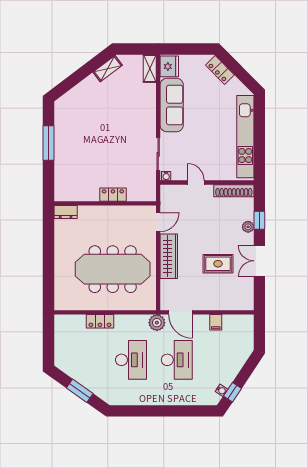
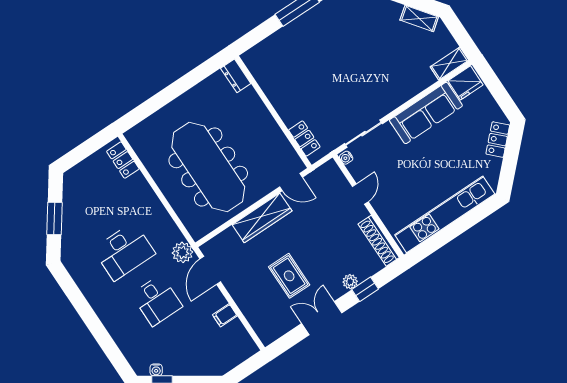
locker: (113, 195) -> (304, 138), moved
locker: (100, 321) -> (123, 160), moved
desk: (177, 360) -> (157, 300), width x0.73

